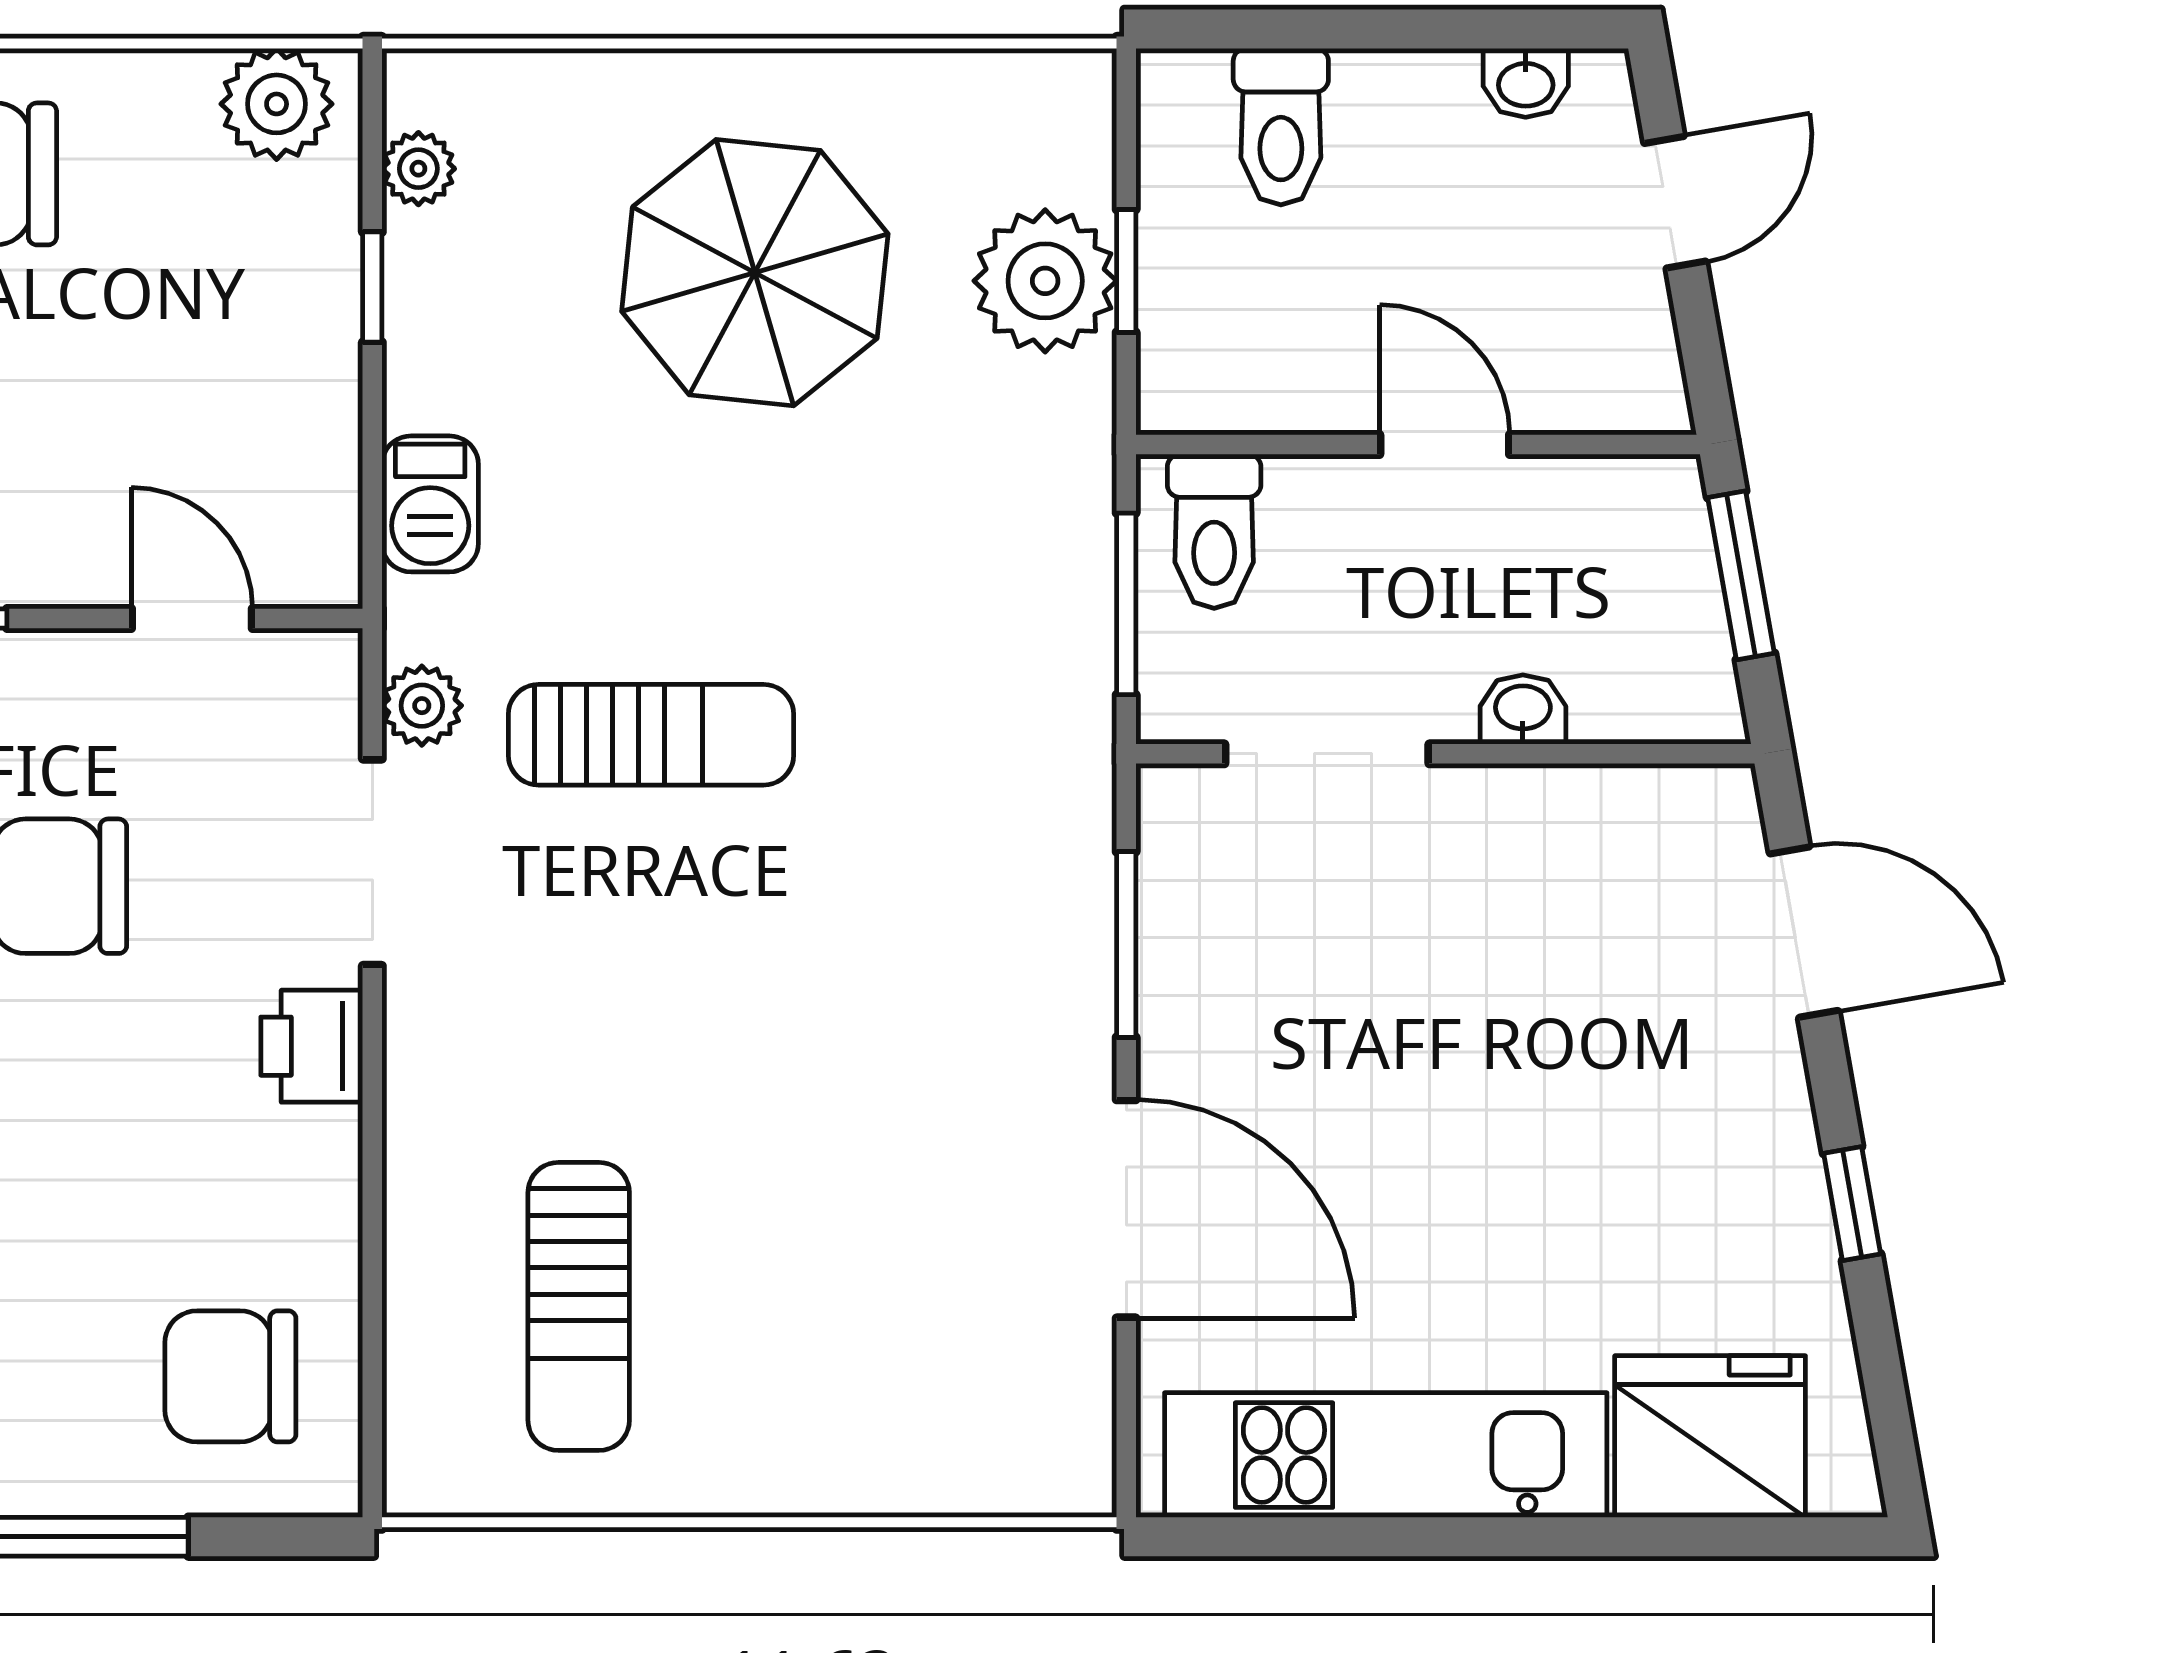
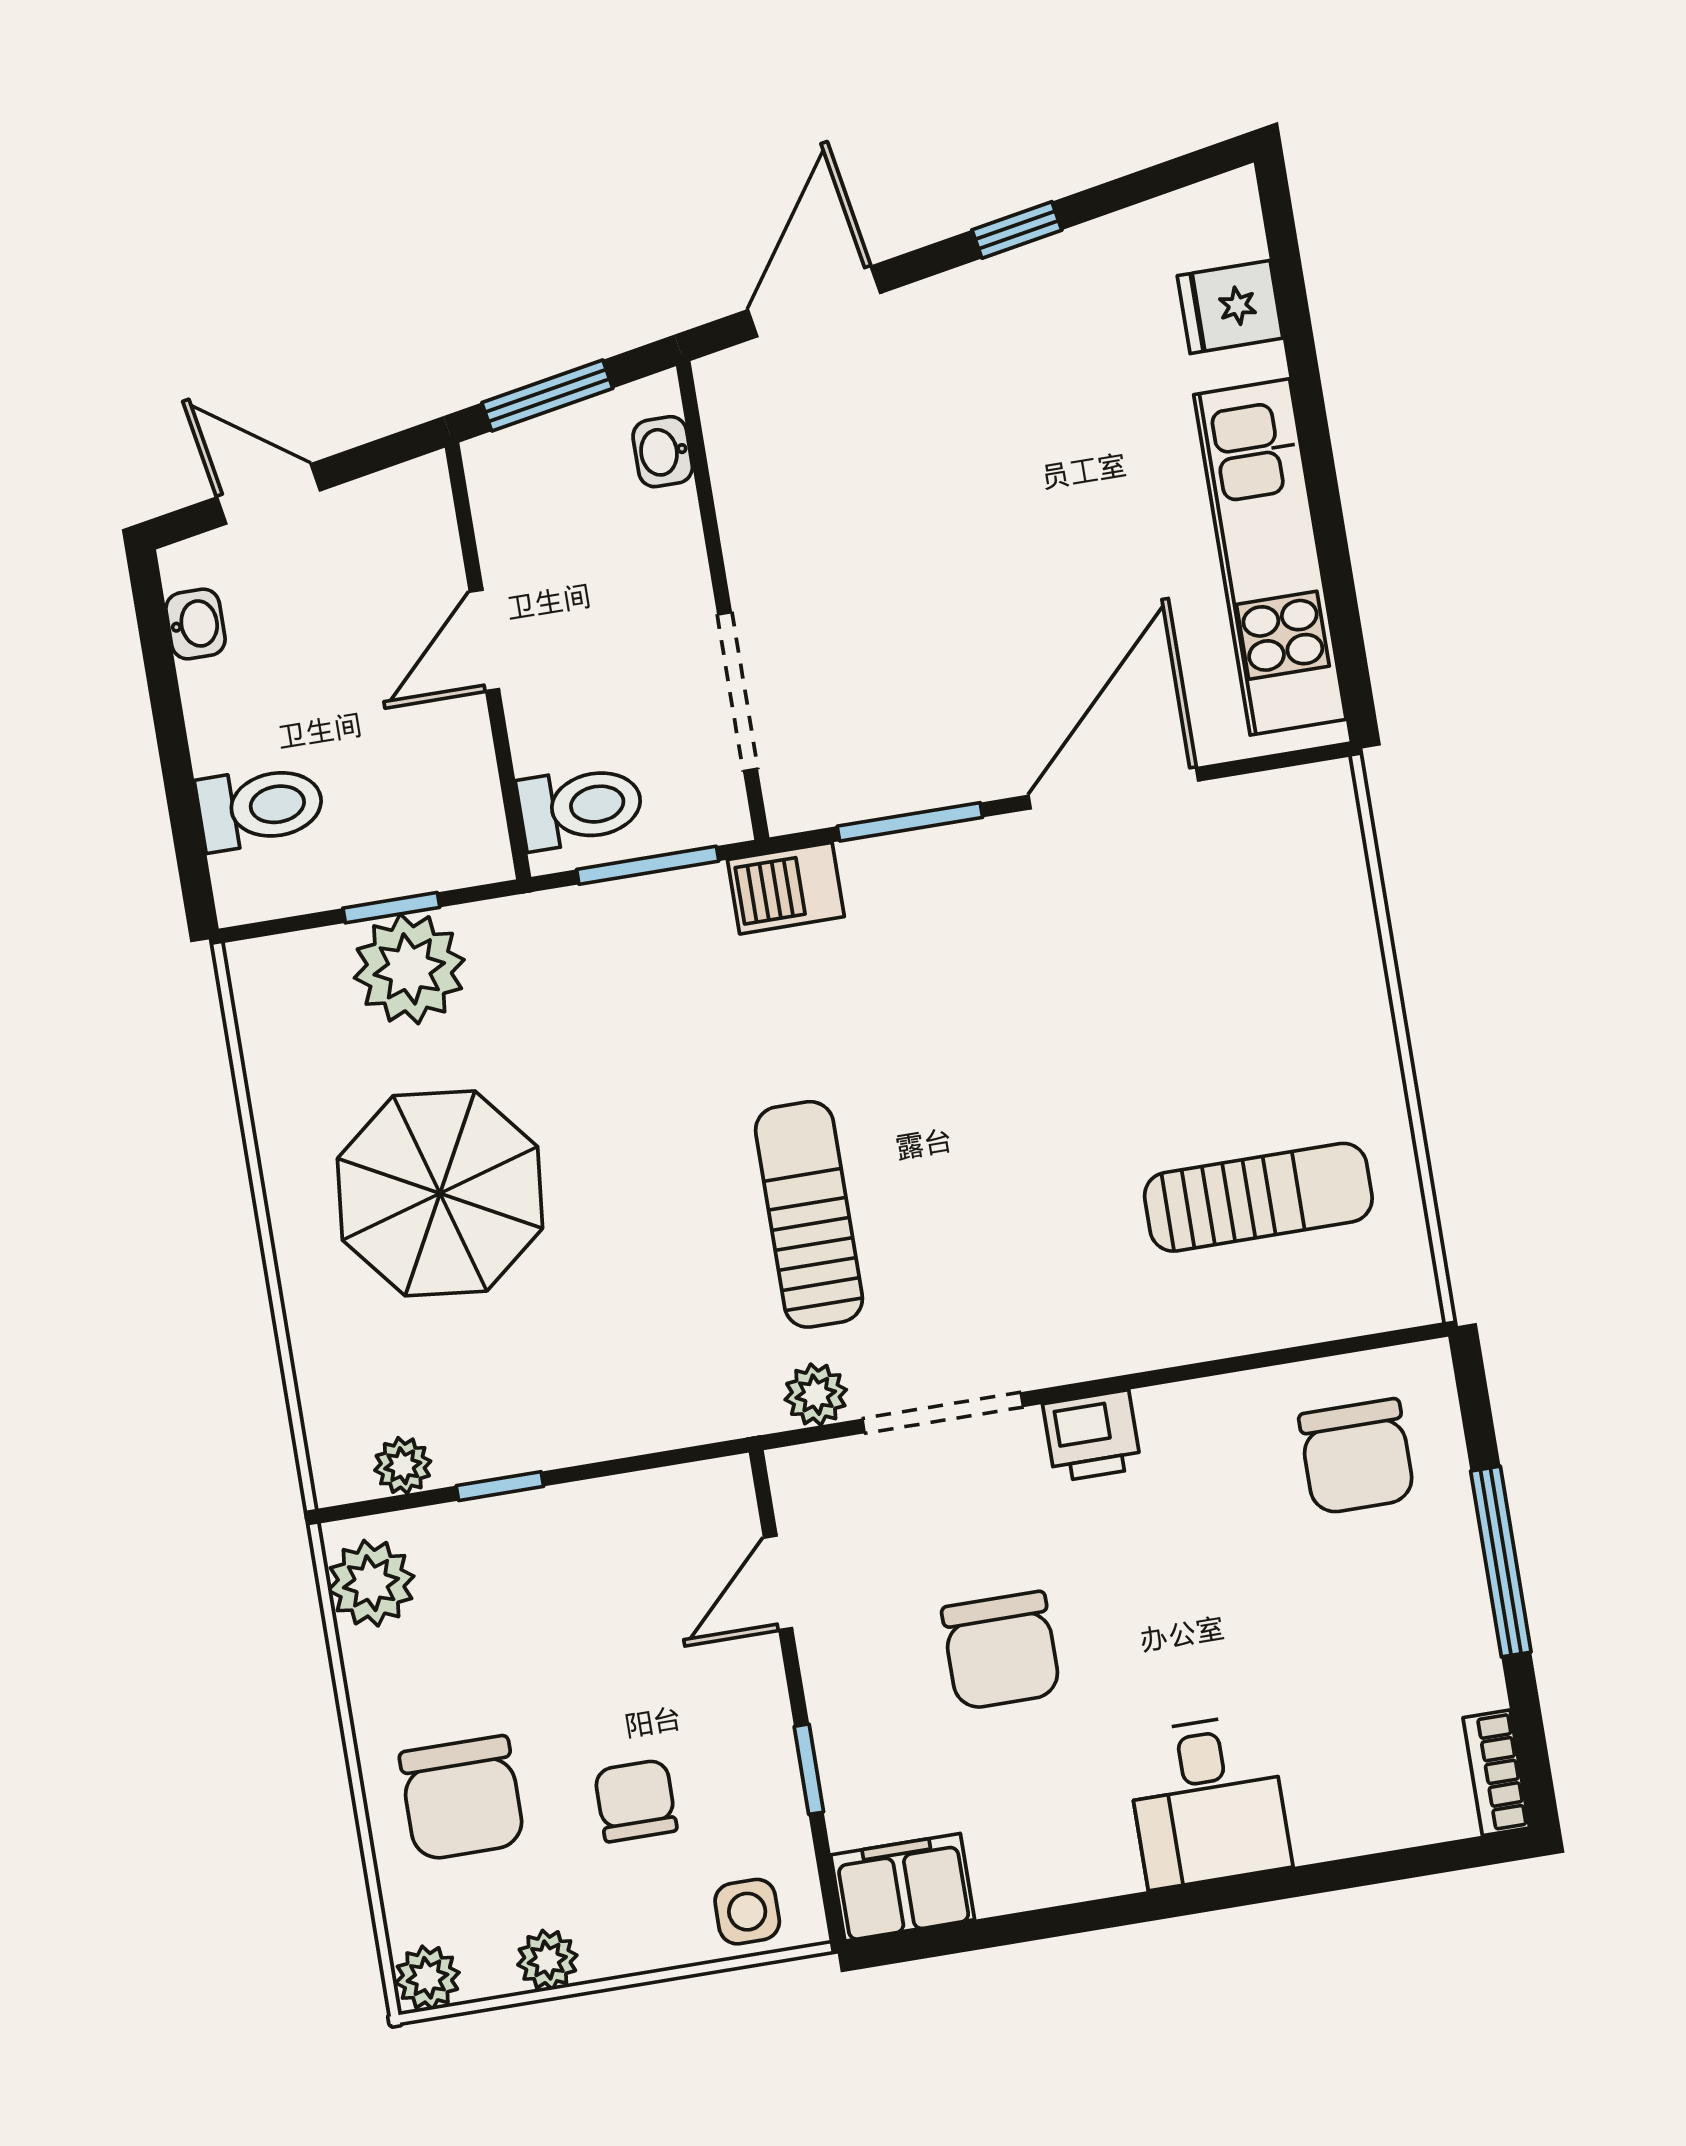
barbecue: (430, 504) -> (786, 888), moved, turned 180
washbasin: (1523, 709) -> (663, 452), moved
fridge: (1710, 1437) -> (1230, 307), width x0.53, depth x0.75

